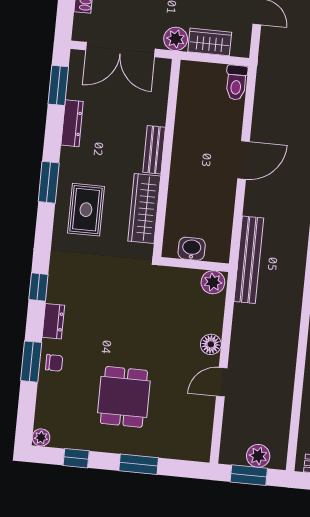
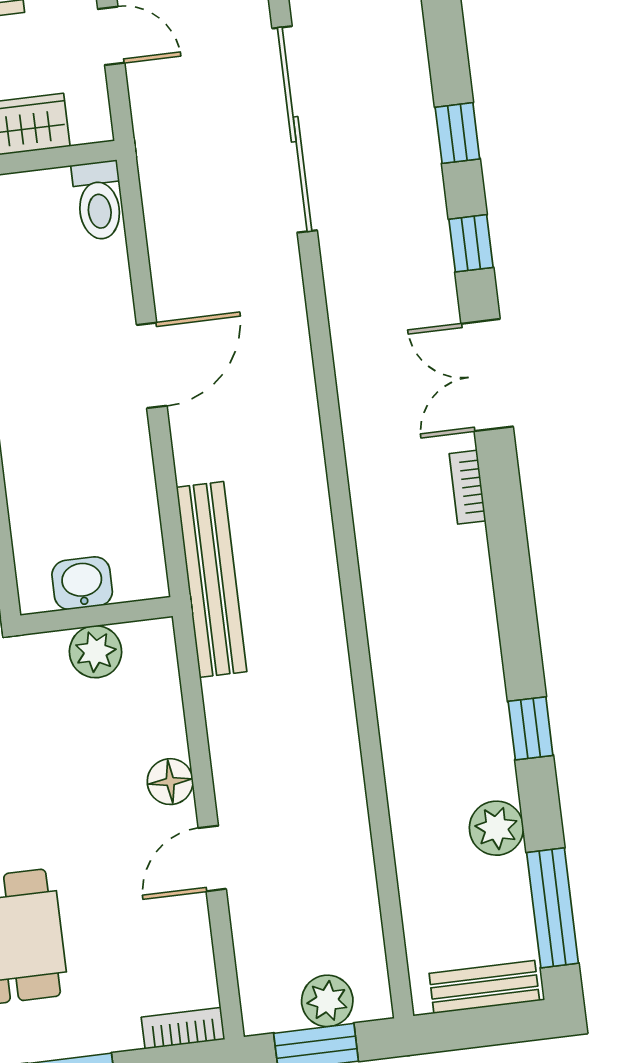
plant: (213, 282) -> (95, 652), moved
bookcase: (192, 454) -> (183, 1028), added

